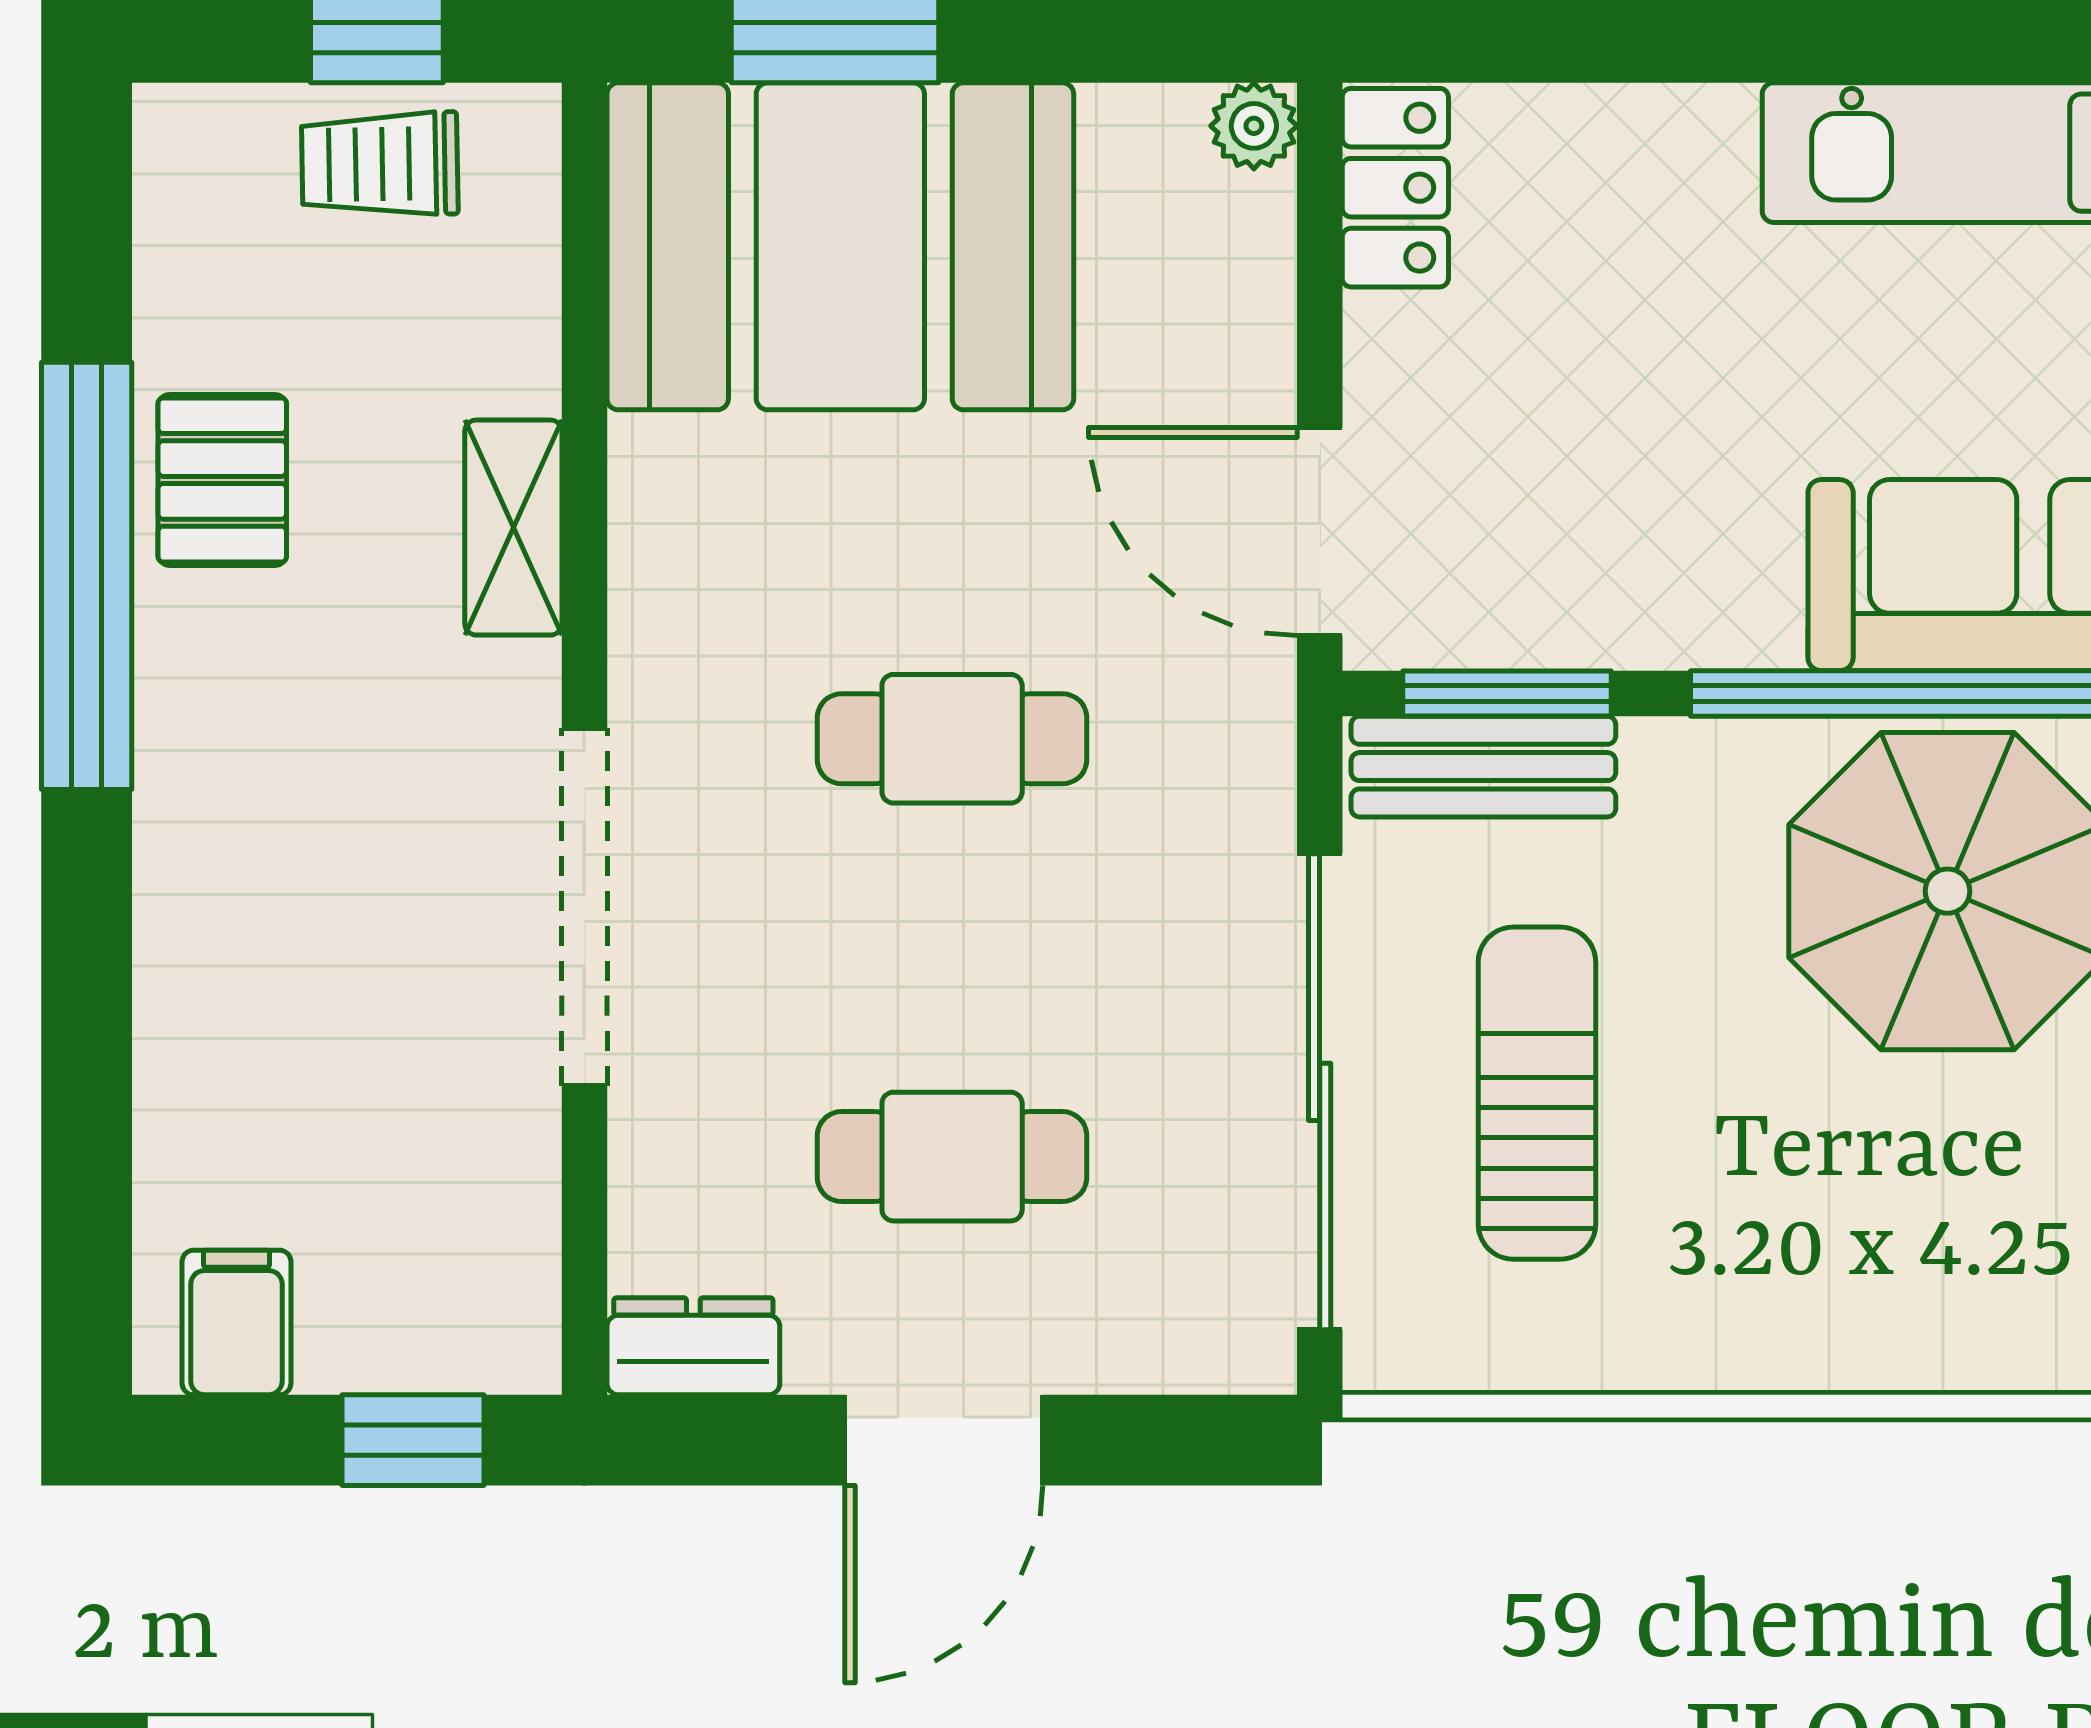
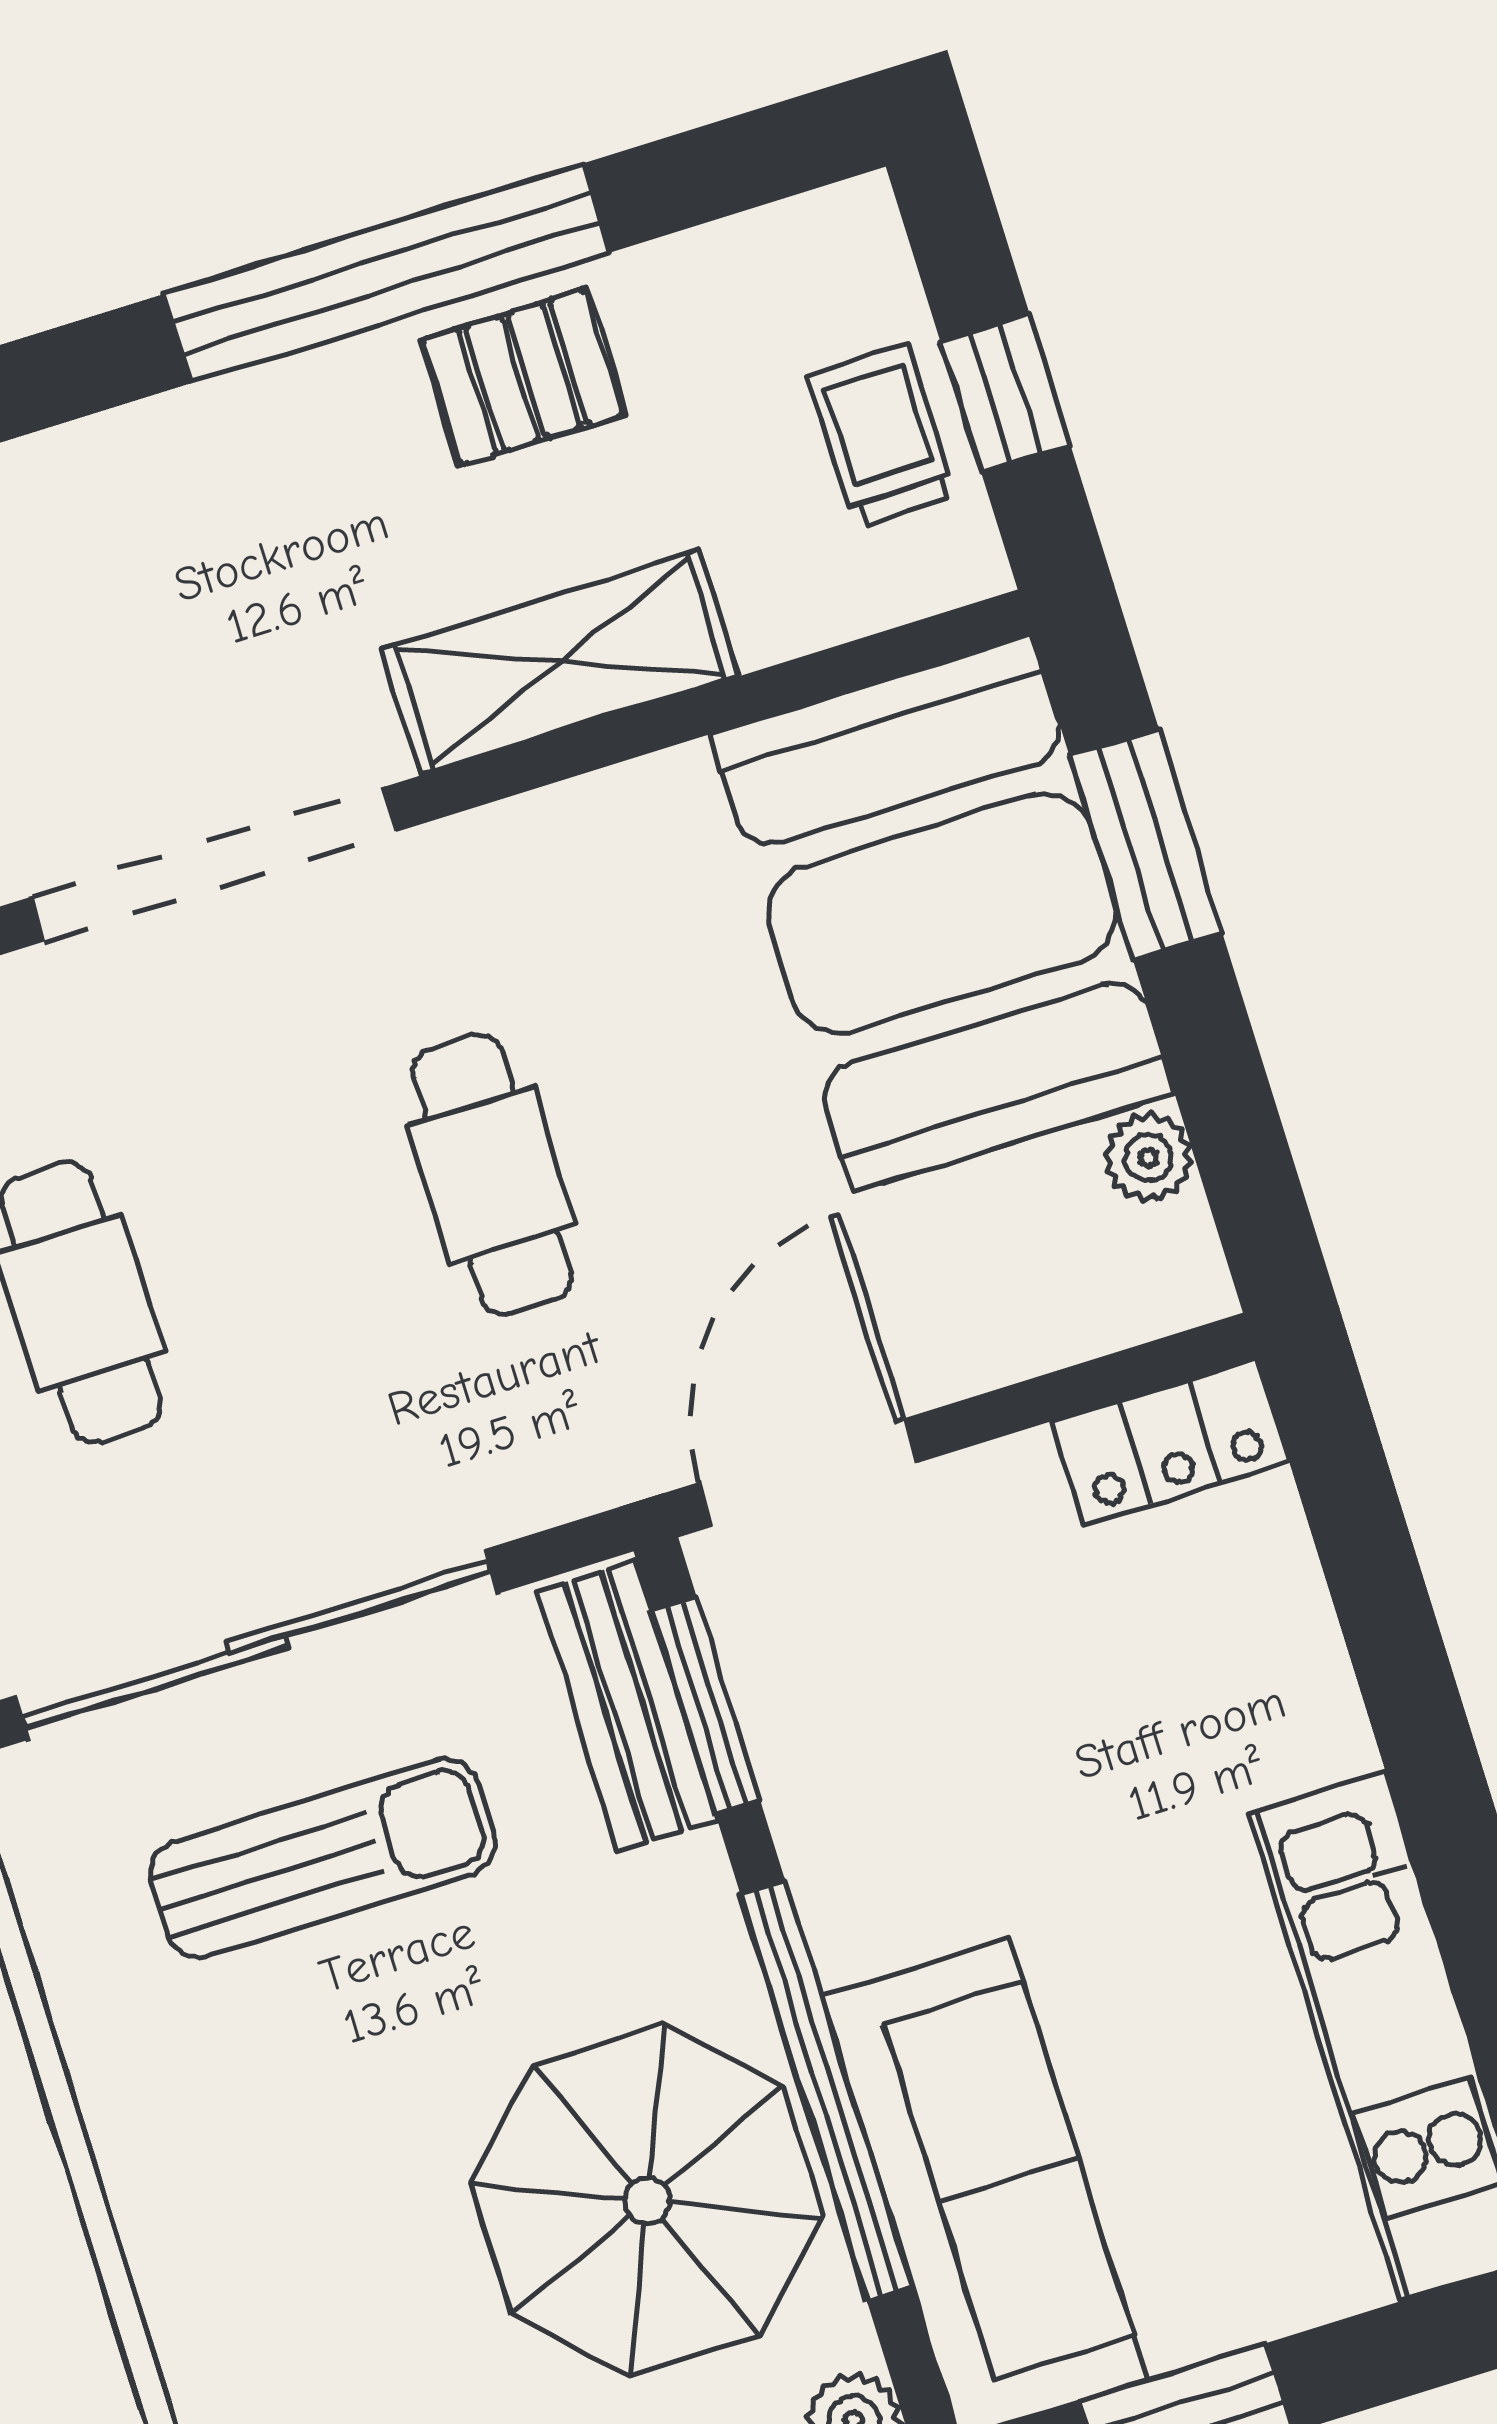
plant: (1254, 126) -> (1148, 1158), moved
shelving: (513, 528) -> (560, 662), width x1.50, depth x1.33

